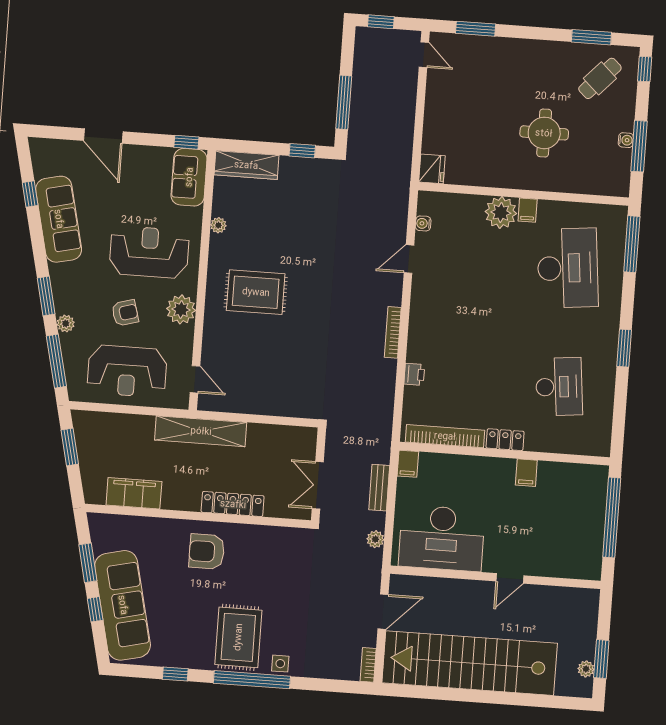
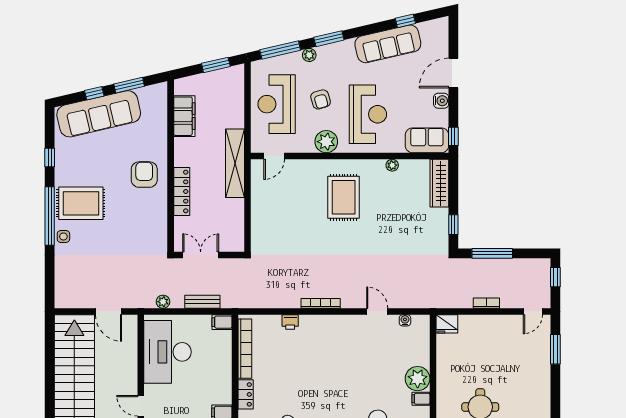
water cooler: (138, 155) -> (441, 101), added
bookcase: (368, 665) -> (486, 303), moved

